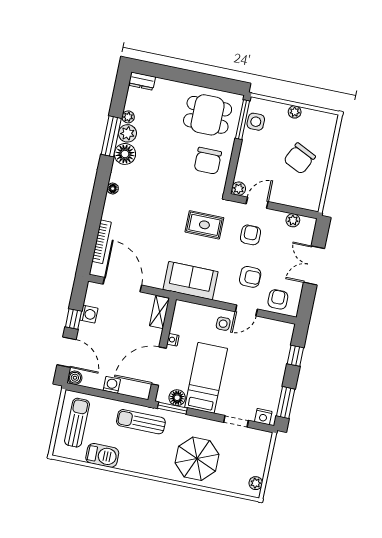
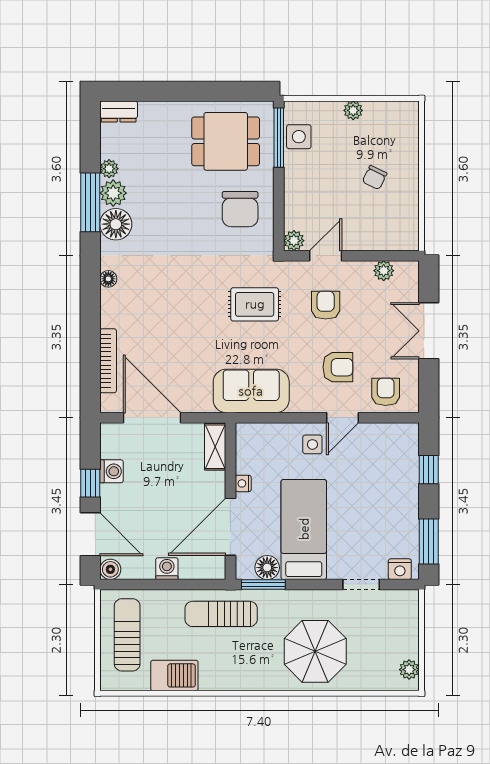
chair: (300, 158) -> (375, 178), width x0.54, depth x0.54

